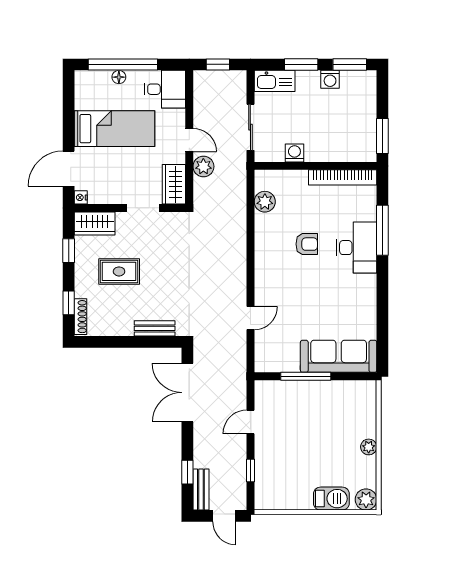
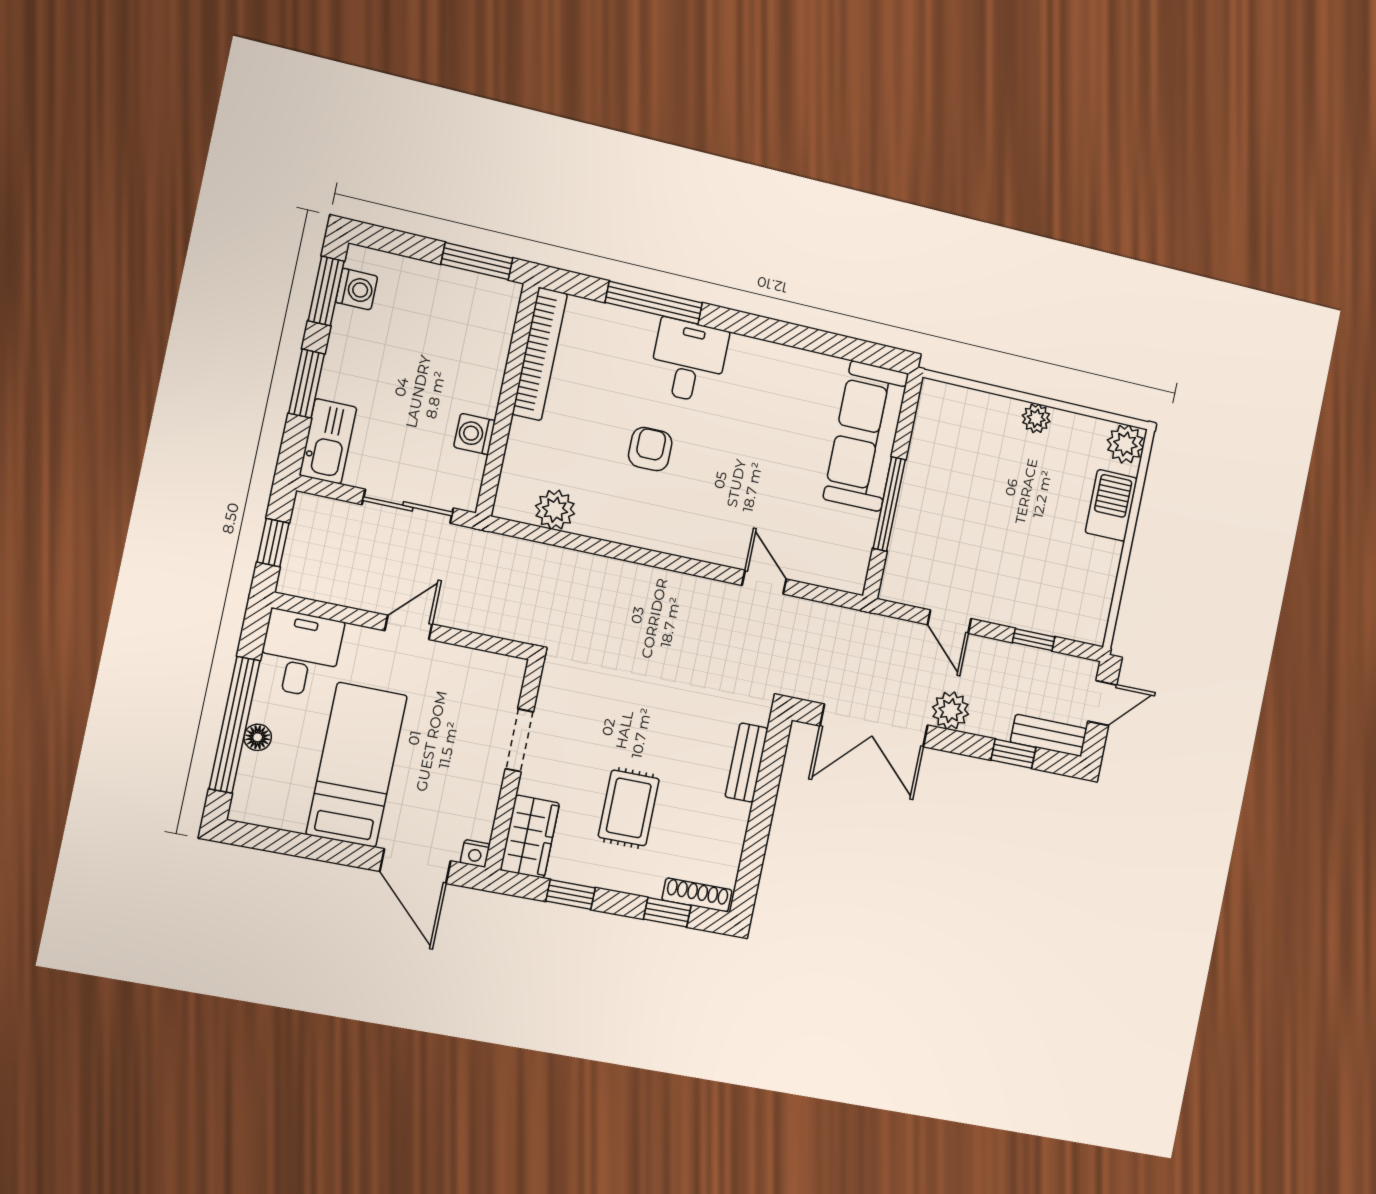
washing machine: (330, 79) -> (357, 289), moved
plant: (203, 166) -> (951, 711), moved
wardrobe: (174, 184) -> (487, 673), removed
desk: (357, 248) -> (689, 361), width x0.73

